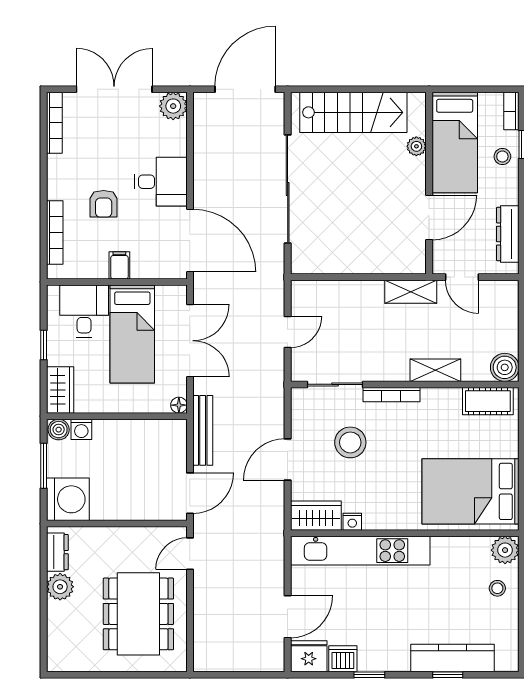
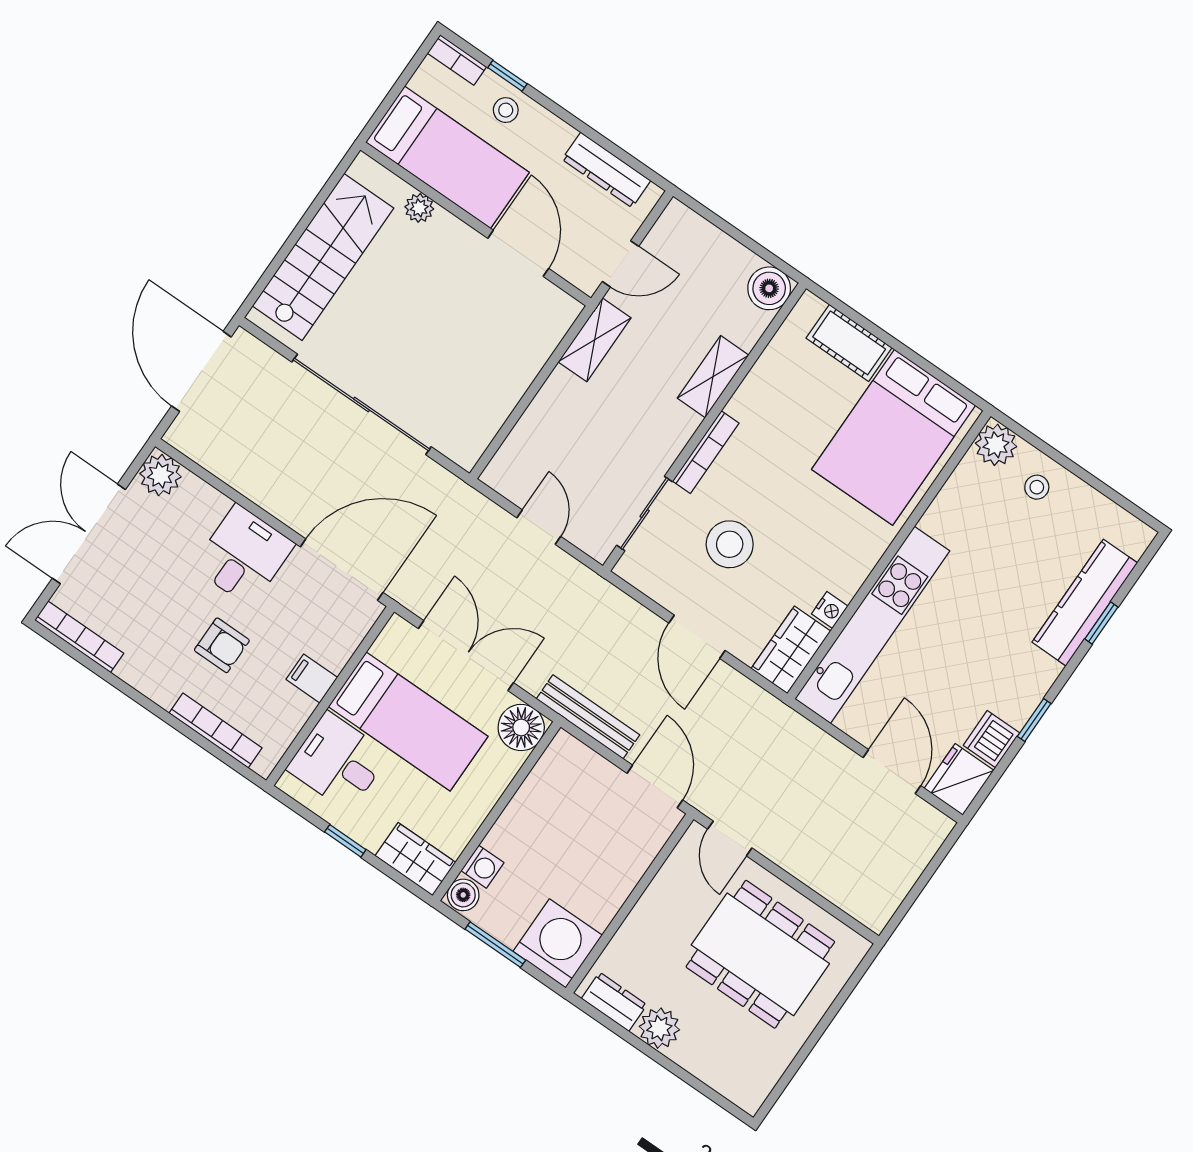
cot: (488, 401) -> (849, 343), moved, turned 90
floor lamp: (179, 405) -> (521, 727), width x1.89, depth x1.89

